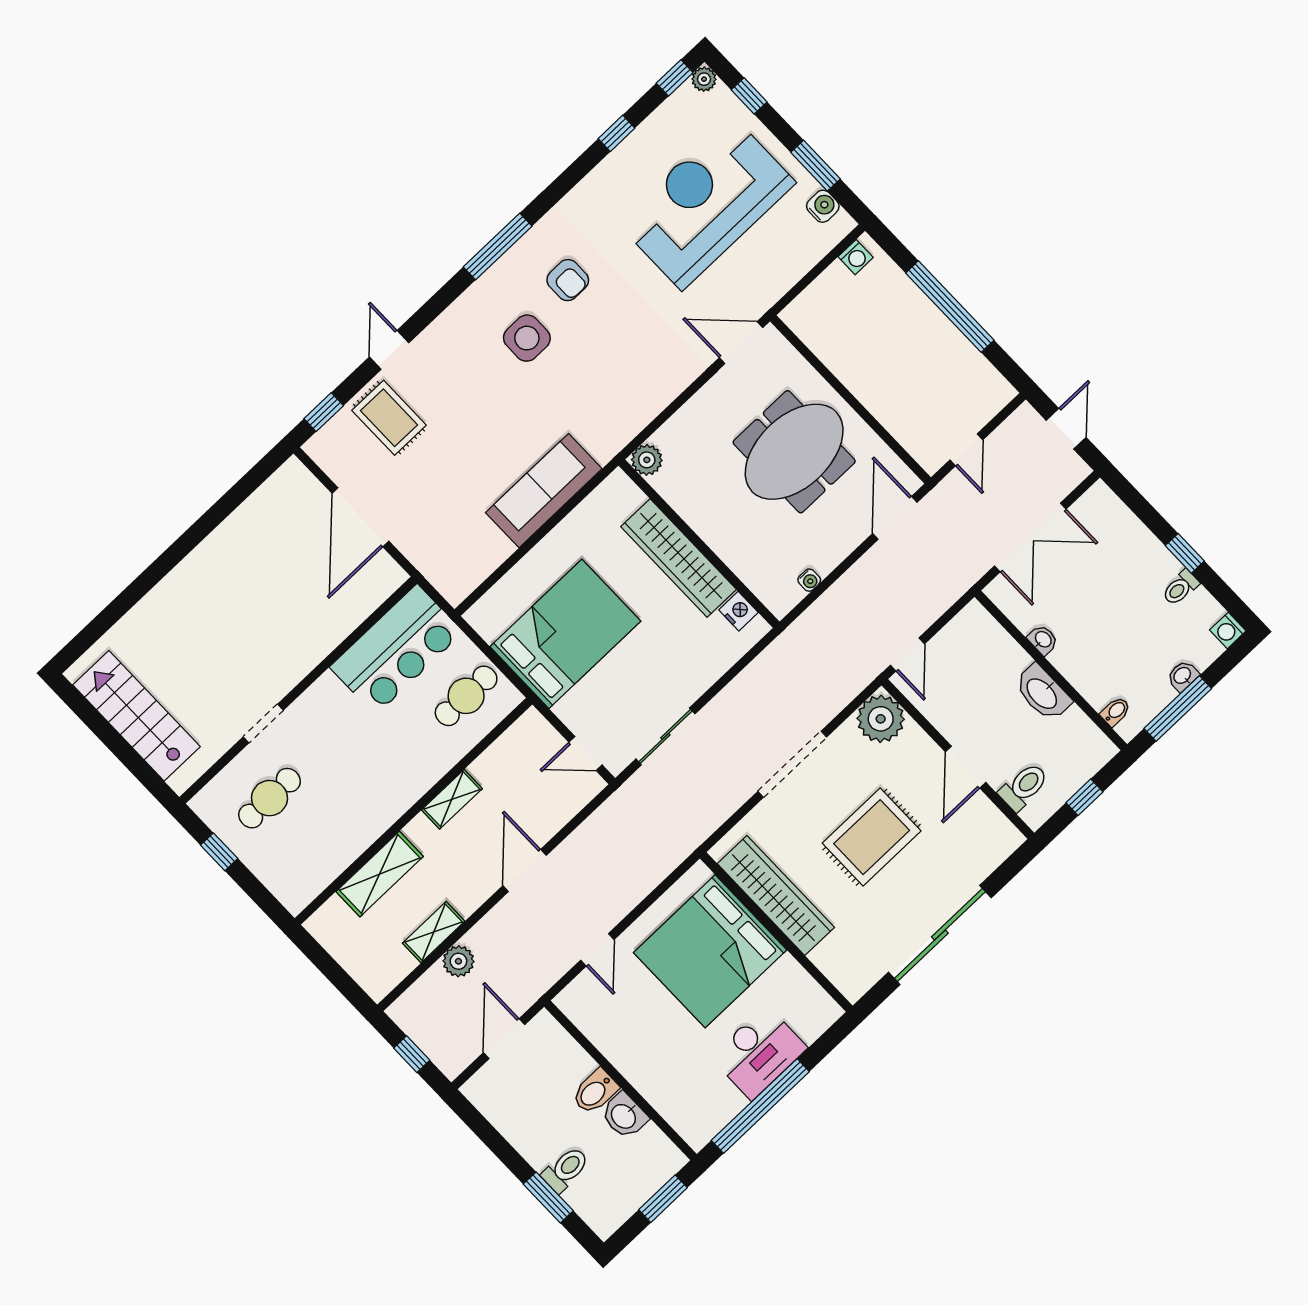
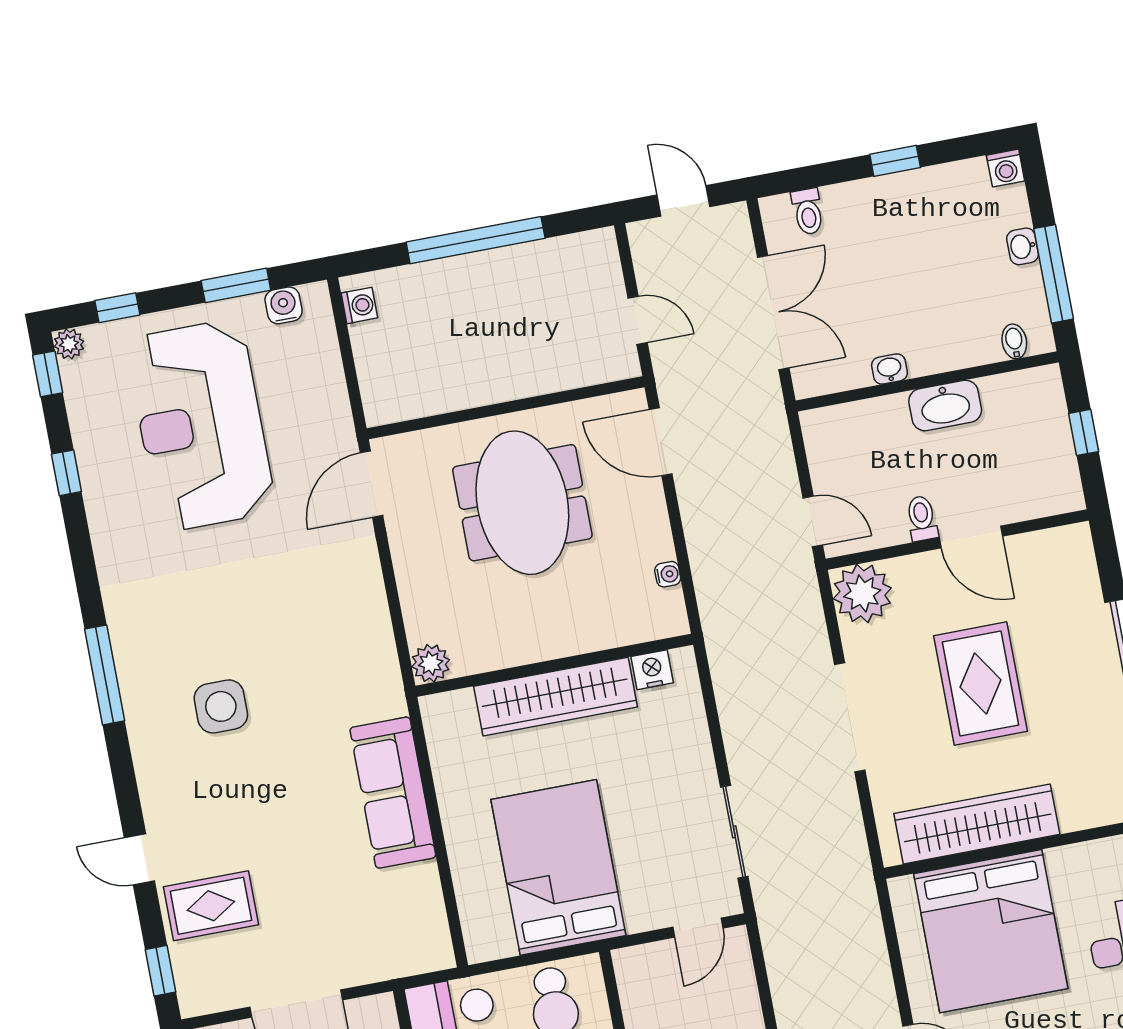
armchair: (568, 280) -> (188, 624), removed
toilet: (1180, 588) -> (808, 212), moved
toilet: (1024, 787) -> (922, 518), moved, width x0.73, depth x0.72

